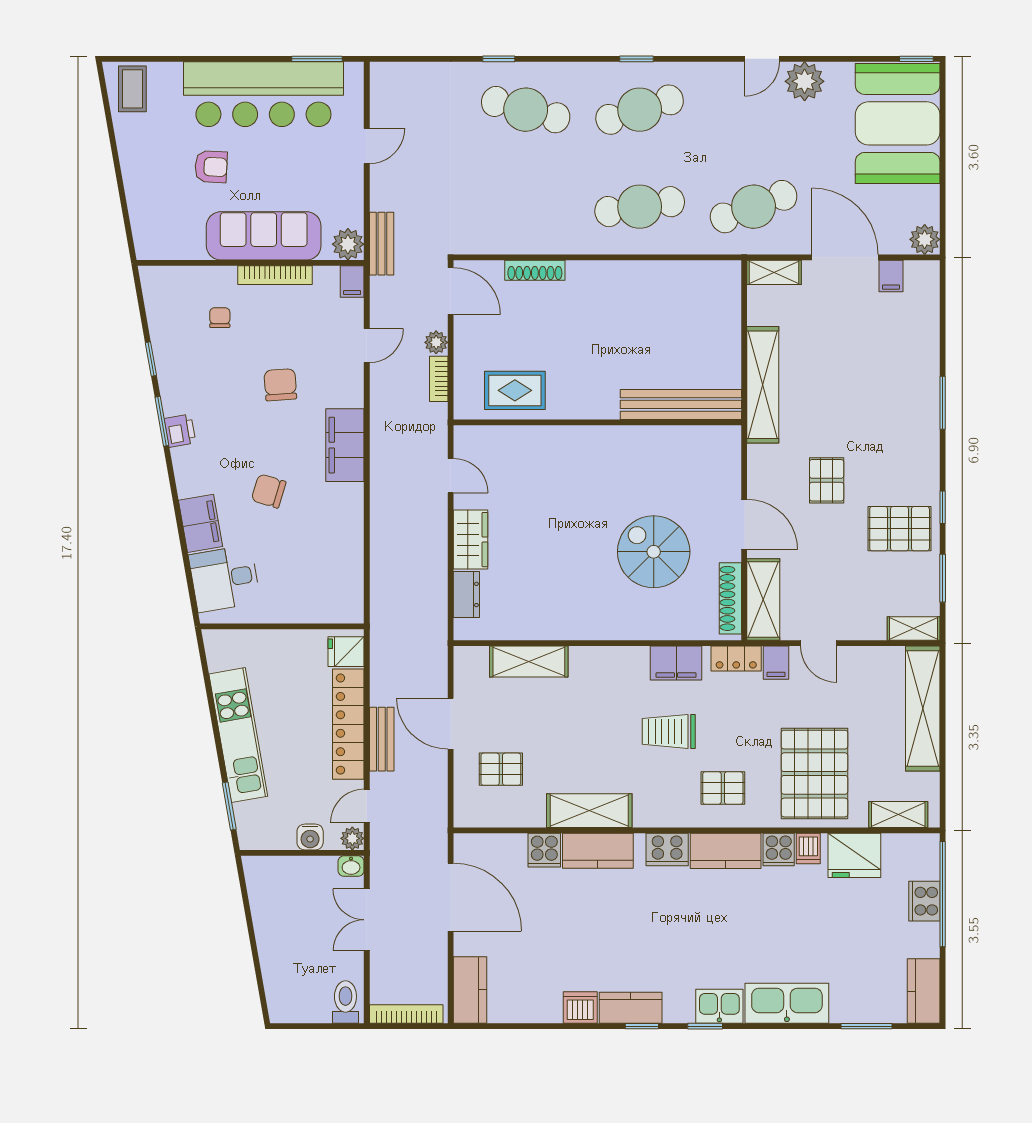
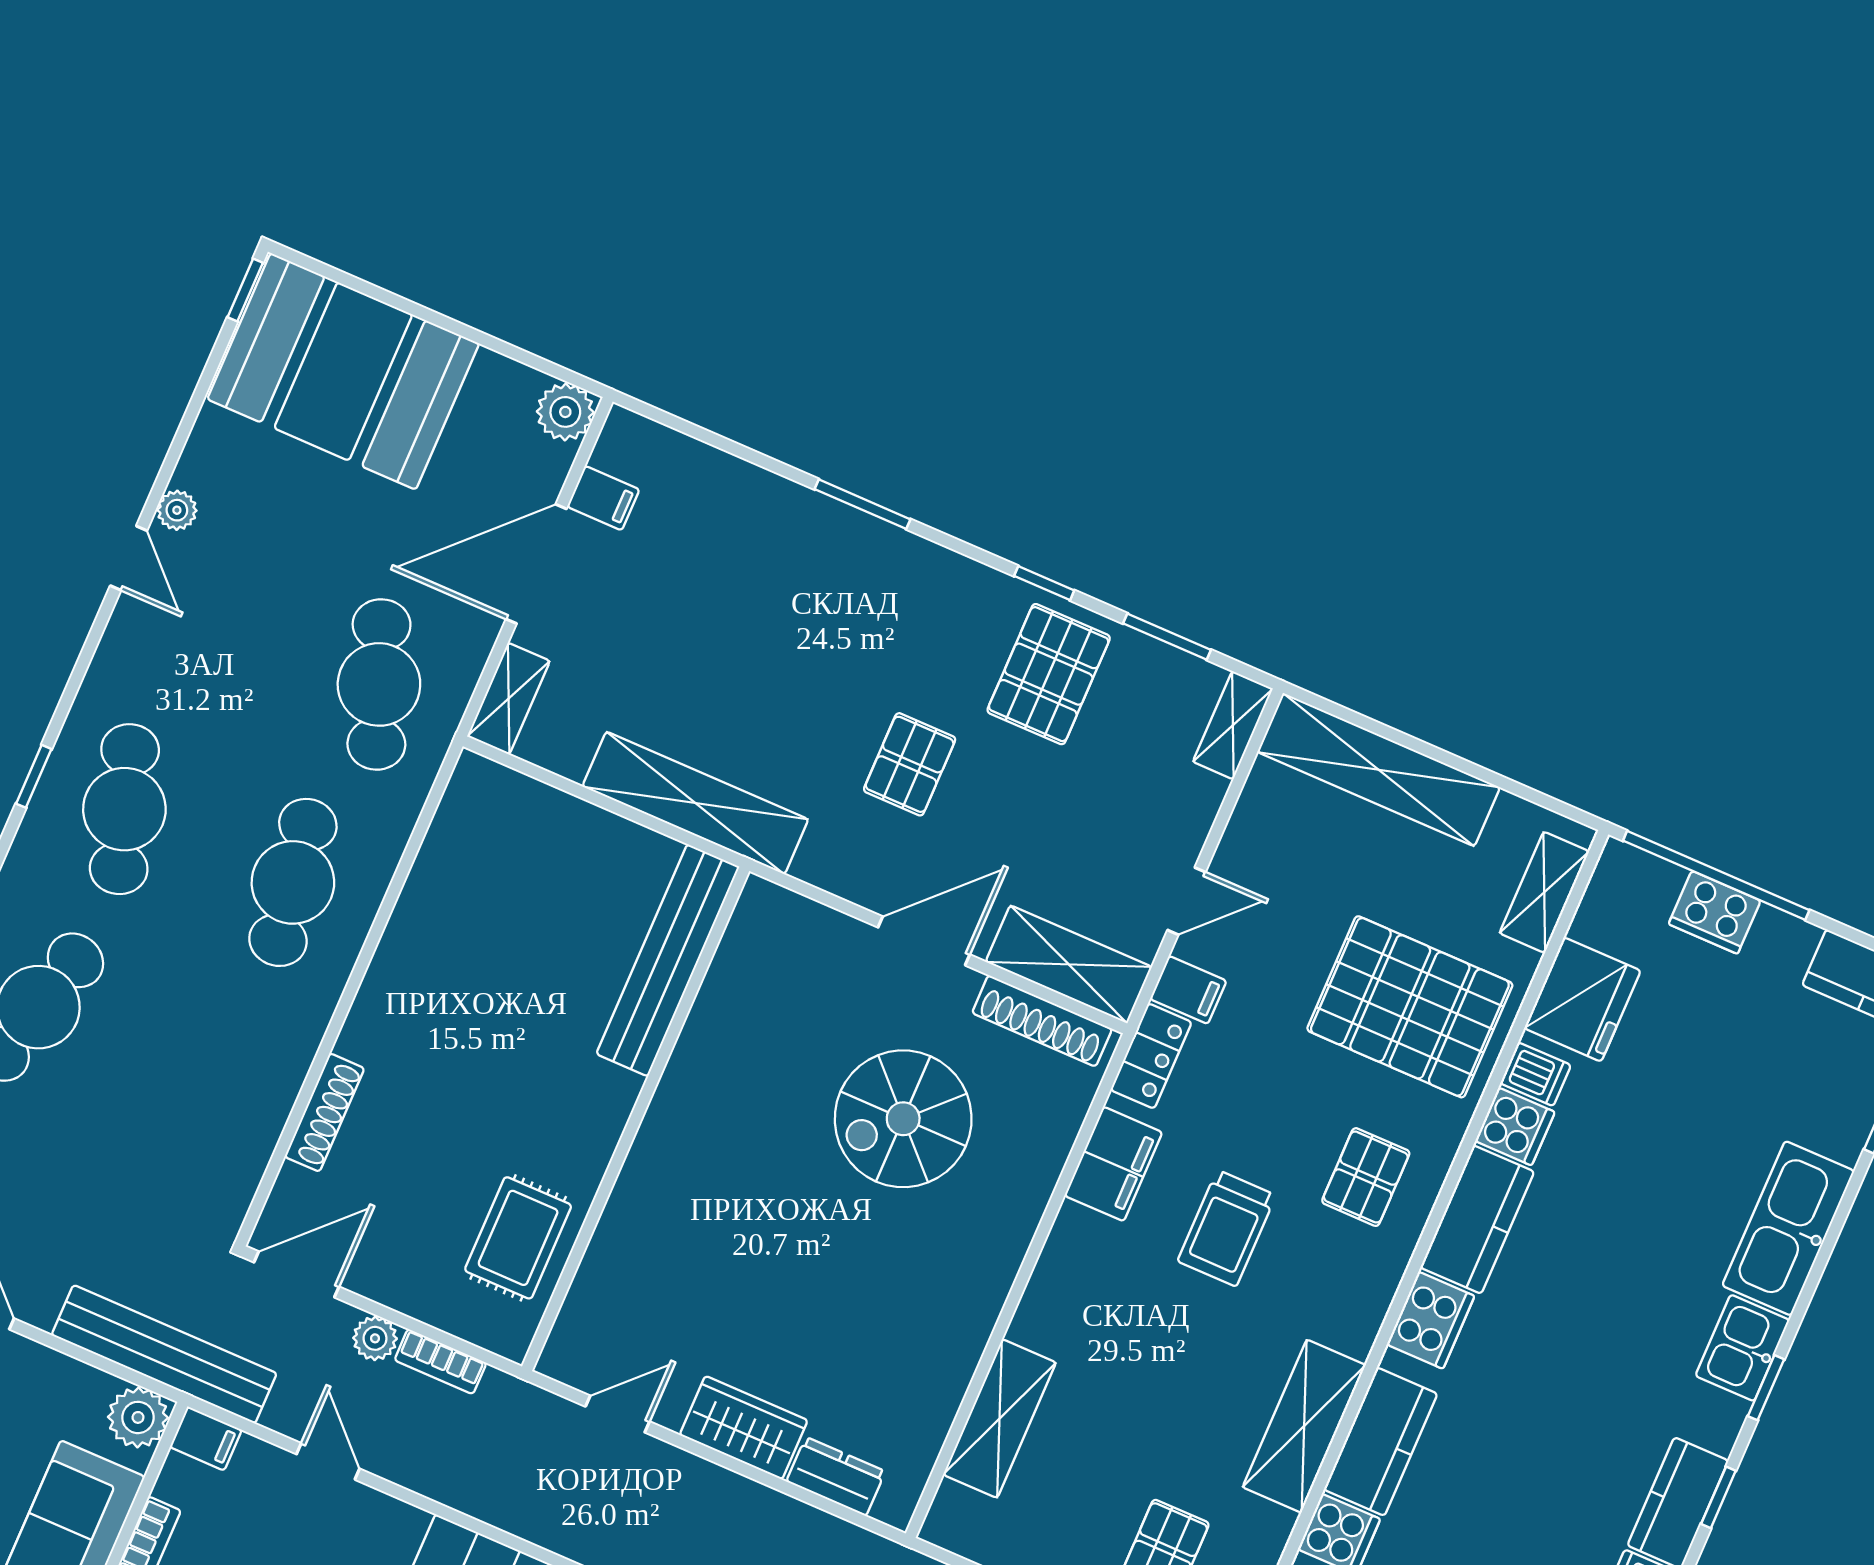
plant: (805, 81) -> (177, 510), width x0.53, depth x0.53
bench: (382, 244) -> (164, 1354), width x1.86, depth x1.21
pallet: (827, 480) -> (910, 764), turned 90

